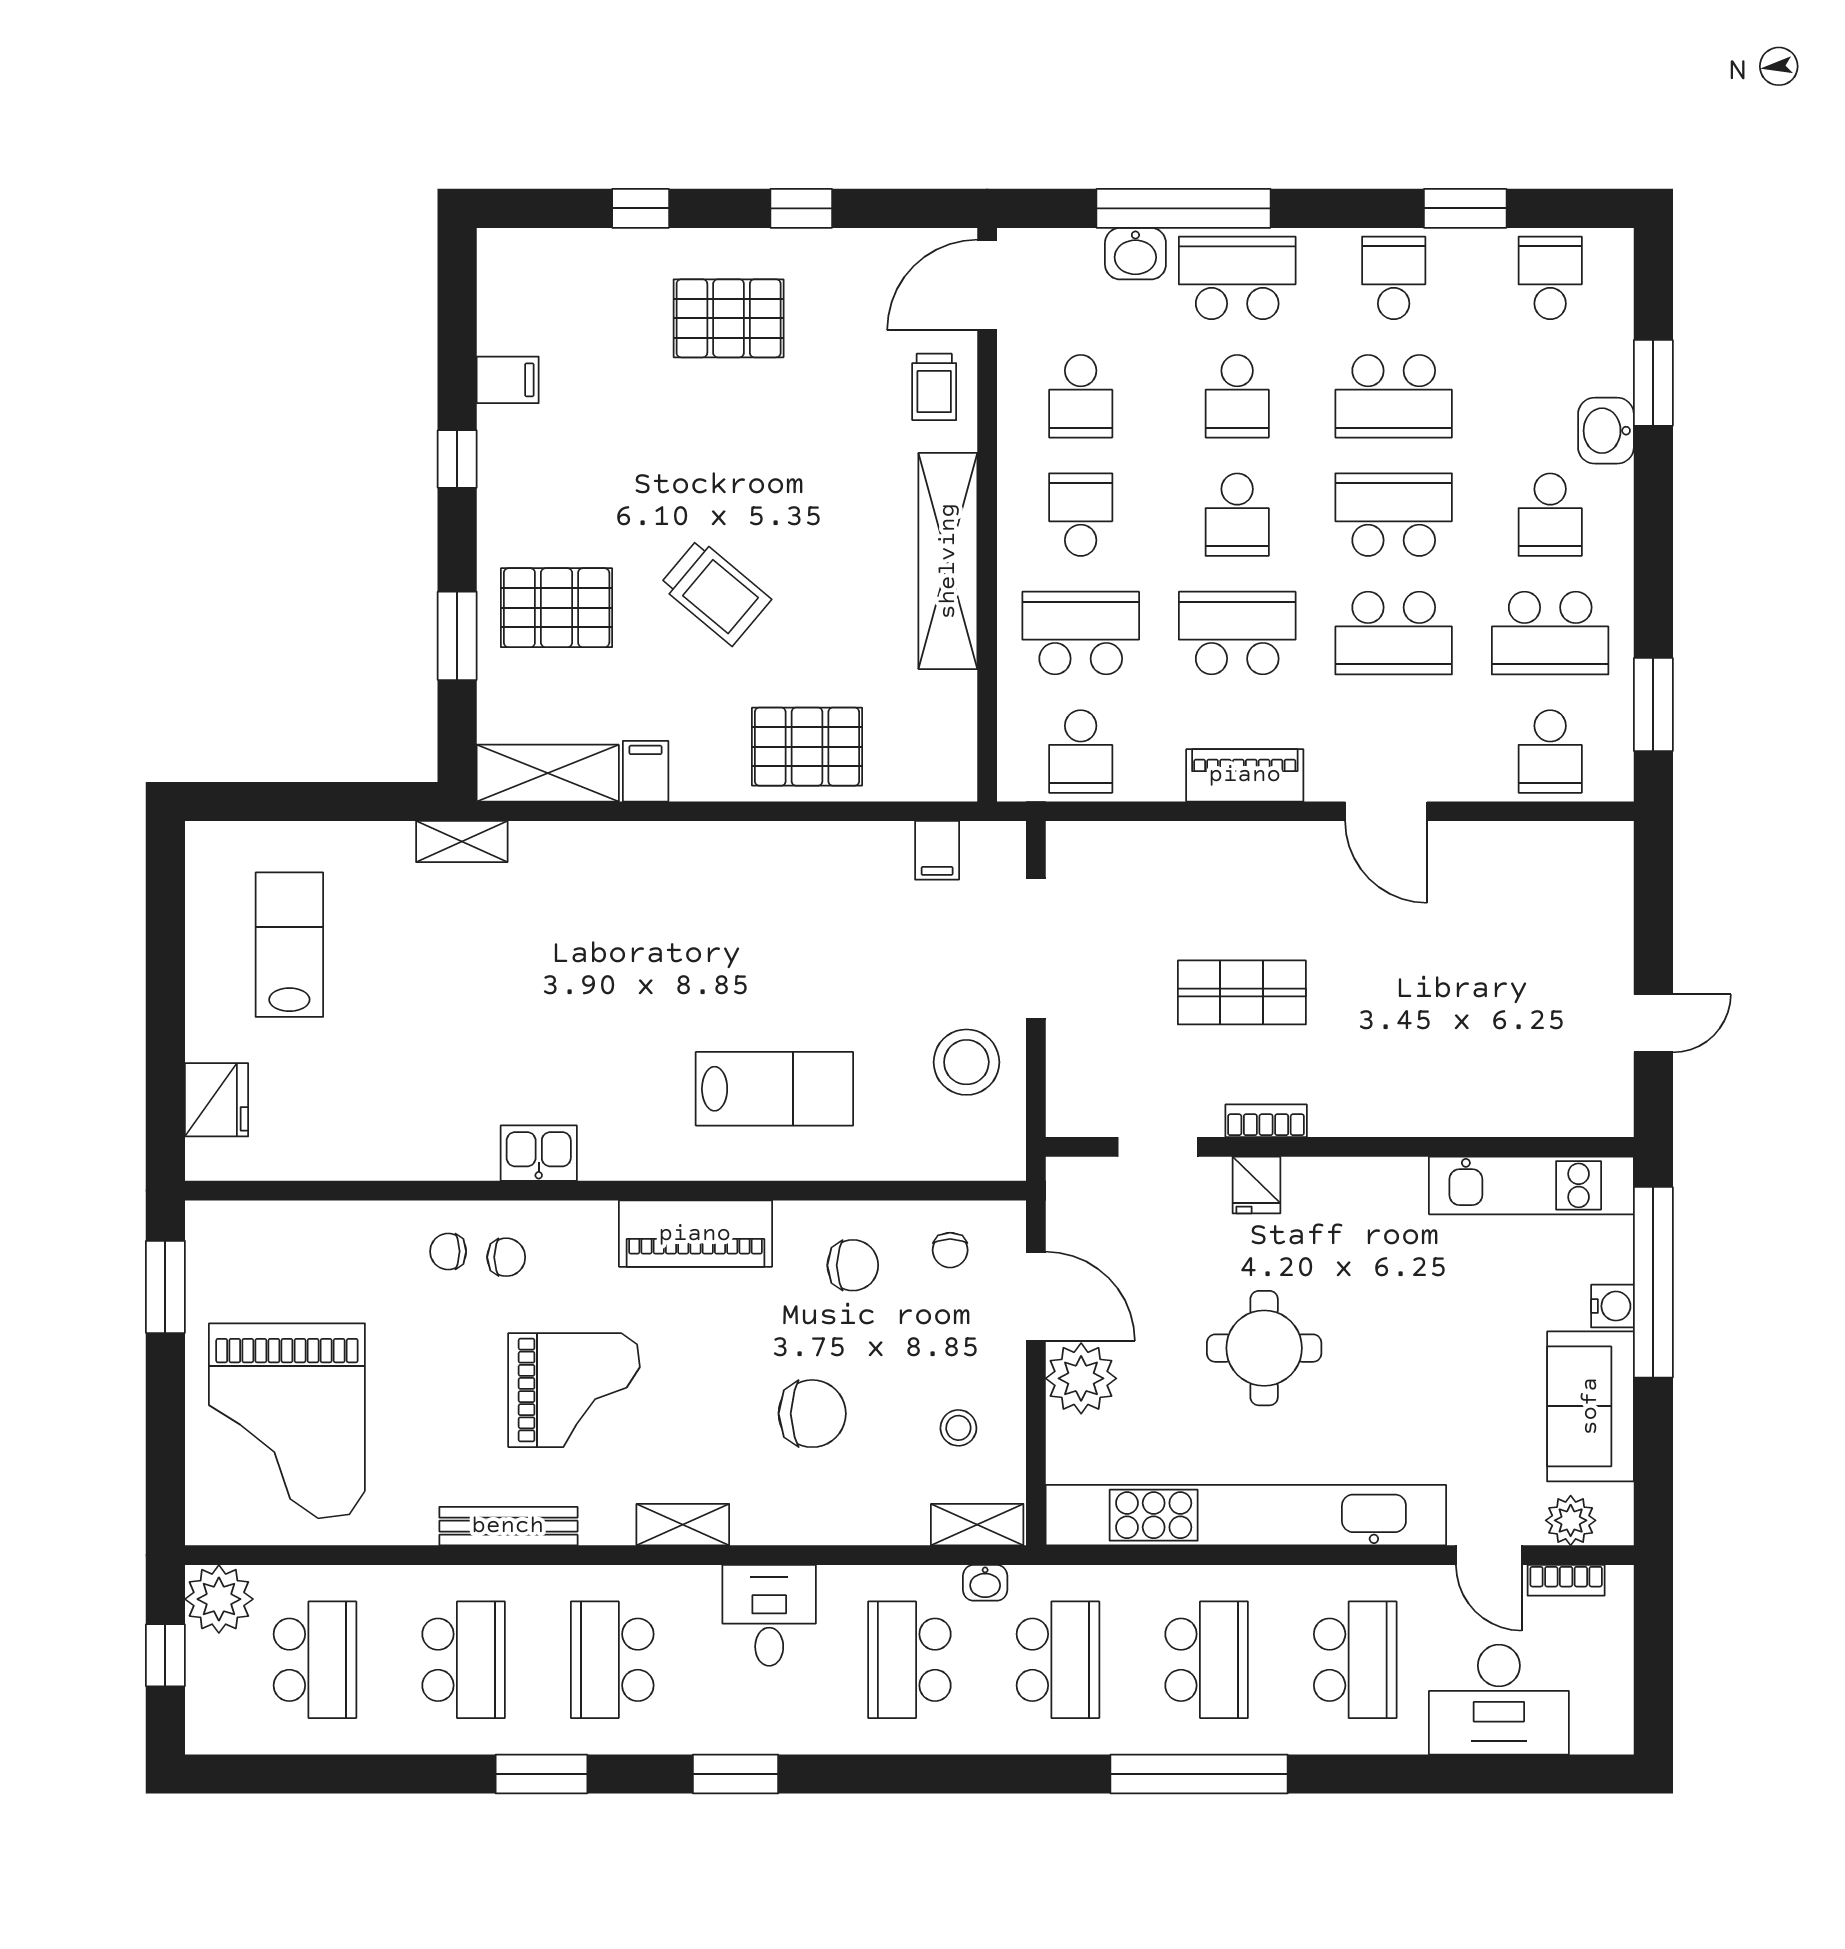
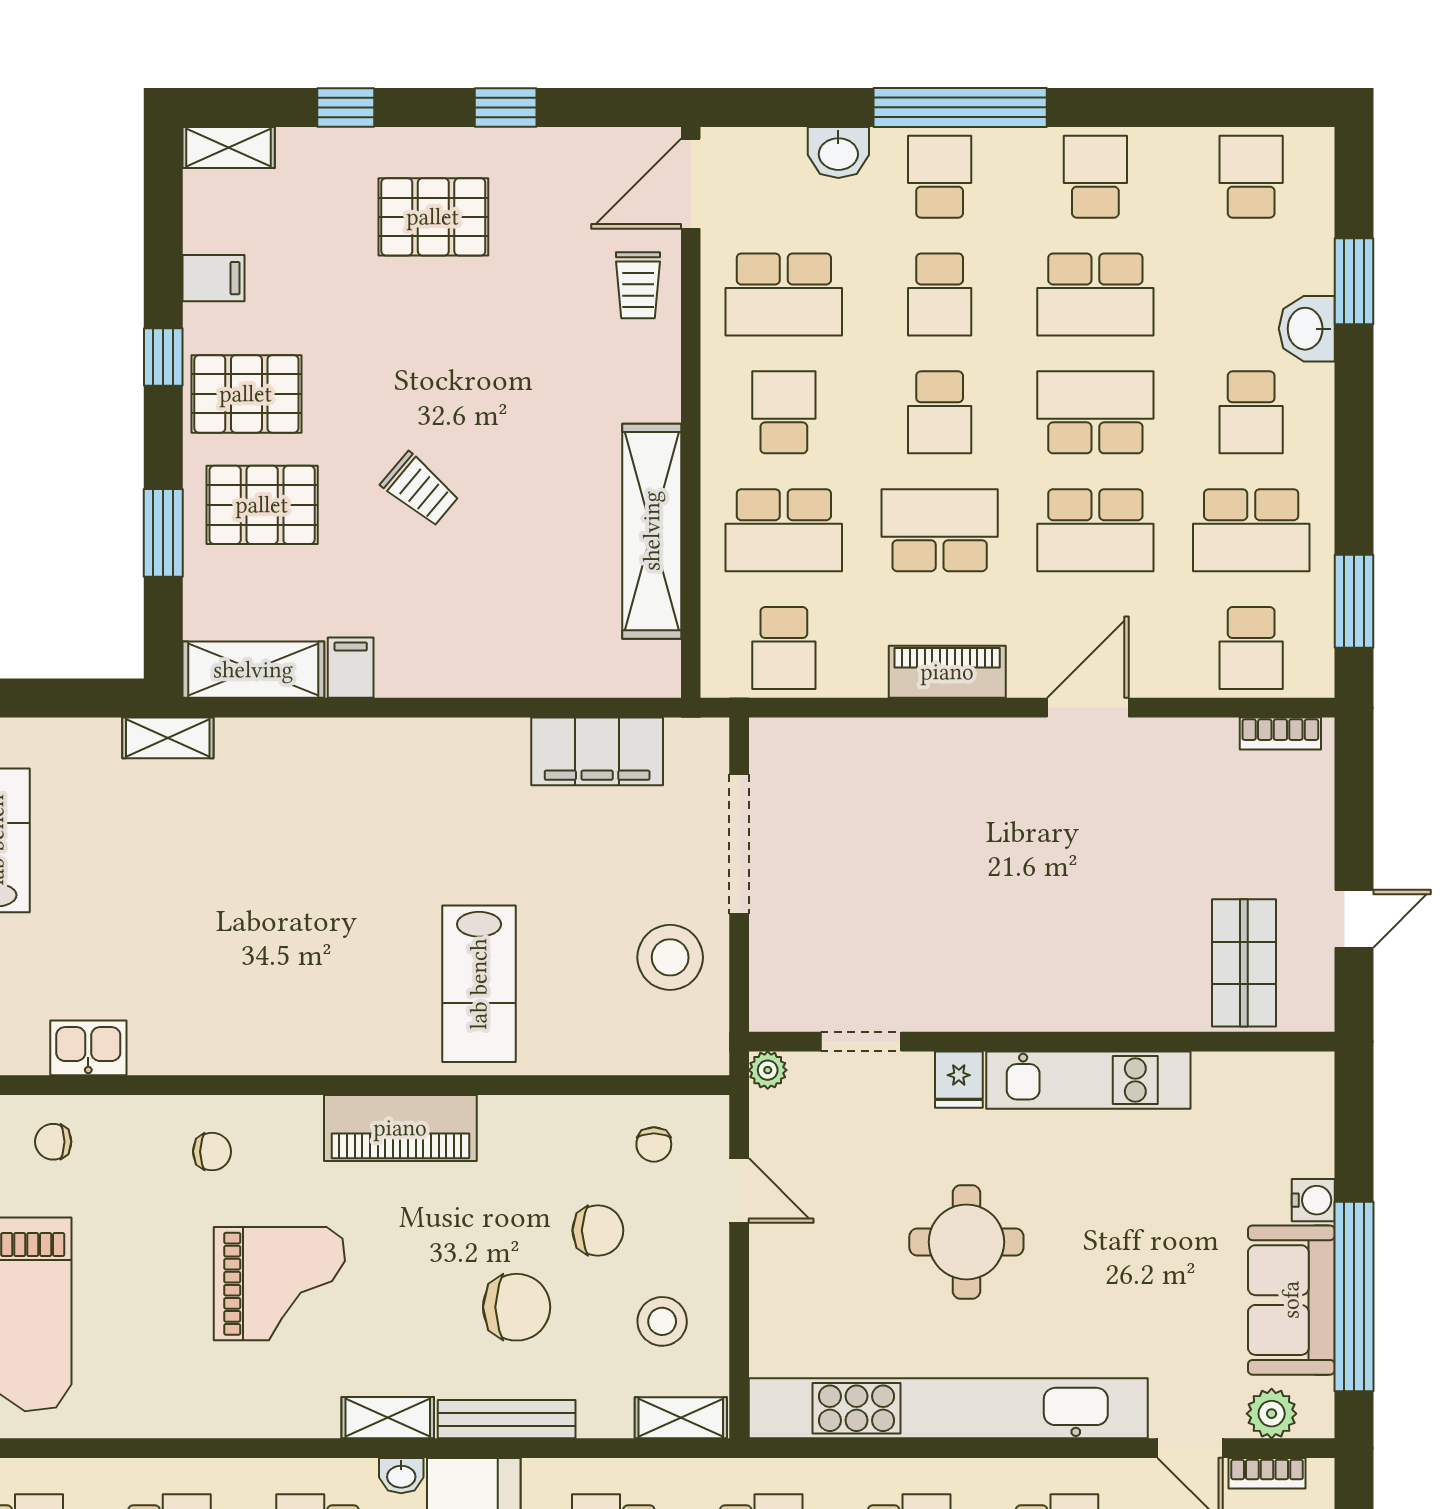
window: (1183, 208) -> (960, 107), moved
window: (1465, 208) -> (1167, 107), removed
shelving: (523, 249) -> (229, 147), added
school desk: (1237, 278) -> (940, 177), width x0.54
school desk: (1081, 396) -> (784, 294), width x1.85
shelving: (948, 561) -> (652, 531), moved
trolley: (715, 592) -> (420, 490), width x0.73, depth x0.72
school desk: (1081, 633) -> (784, 530), turned 180
pallet: (807, 747) -> (246, 394), moved
door: (1386, 811) -> (1088, 708), swing flipped
filing cabinet: (937, 850) -> (597, 751), width x3.00, depth x1.17
shop shelf: (1242, 992) -> (1244, 963), moved, turned 90
lab bench: (774, 1089) -> (479, 984), turned 90
bookcase: (1266, 1121) -> (1280, 734), moved, turned 180
kitchen sink: (539, 1153) -> (88, 1048), moved
kitchen unit: (1531, 1185) -> (1088, 1080), moved
chair: (448, 1251) -> (53, 1142), moved
chair: (853, 1265) -> (598, 1230), moved
window: (1653, 1282) -> (1354, 1297), moved
door: (1036, 1296) -> (739, 1190), width x0.73
plant: (1081, 1378) -> (768, 1070), moved, width x0.53, depth x0.53
stool: (958, 1428) -> (662, 1321), width x1.37, depth x1.37
bench: (508, 1526) -> (507, 1419), moved
washbasin: (985, 1583) -> (401, 1476), moved

